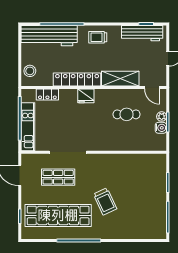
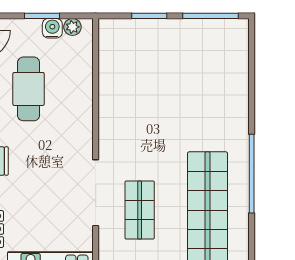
cafe table: (127, 114) -> (29, 89), width x1.37, depth x1.35
plant: (162, 116) -> (72, 27), moved
trolley: (105, 201) -> (183, 127), removed

